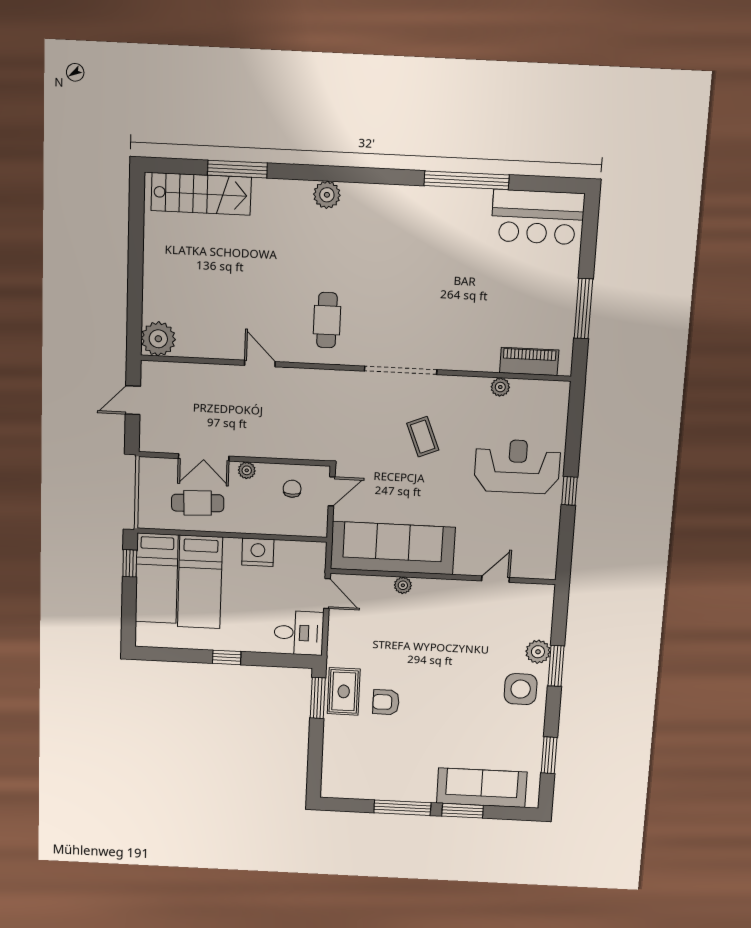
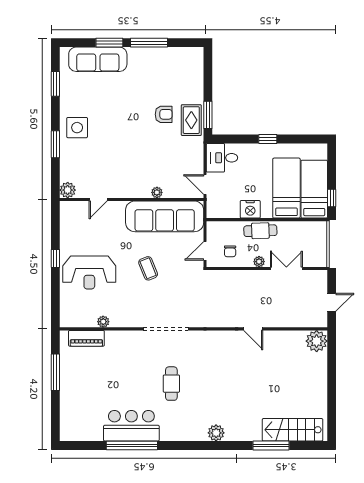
bar counter: (538, 217) -> (131, 426), moved
cafe table: (327, 320) -> (171, 384), moved
coffee table: (423, 437) -> (148, 268), moved
cafe table: (198, 503) -> (260, 231), moved
plant: (538, 652) -> (68, 190), moved

